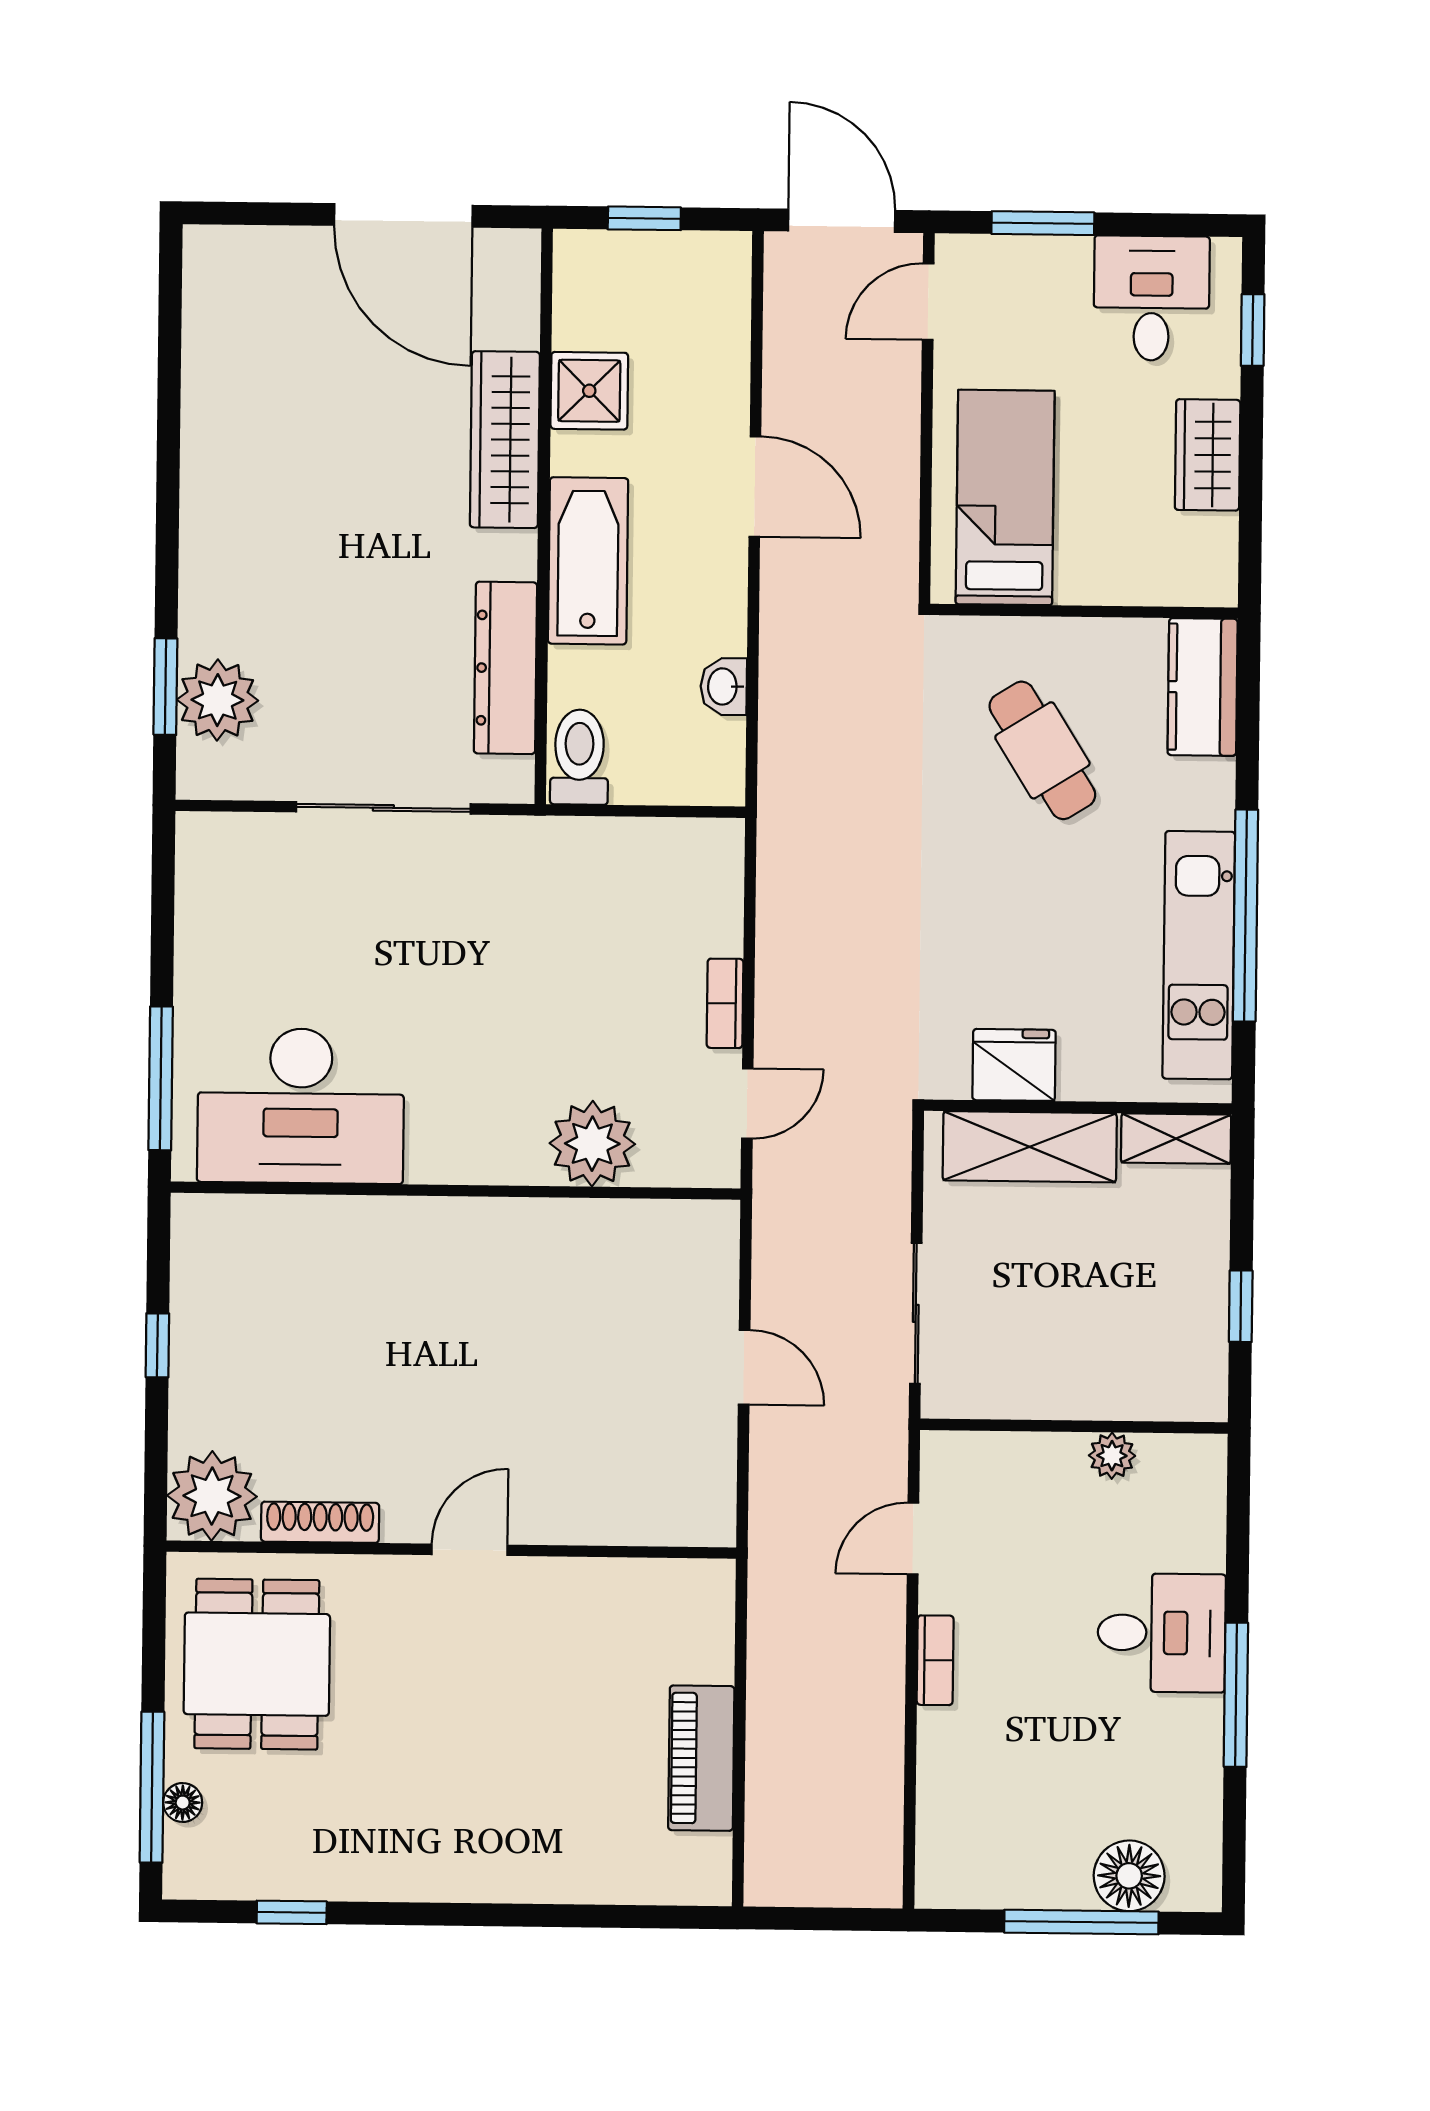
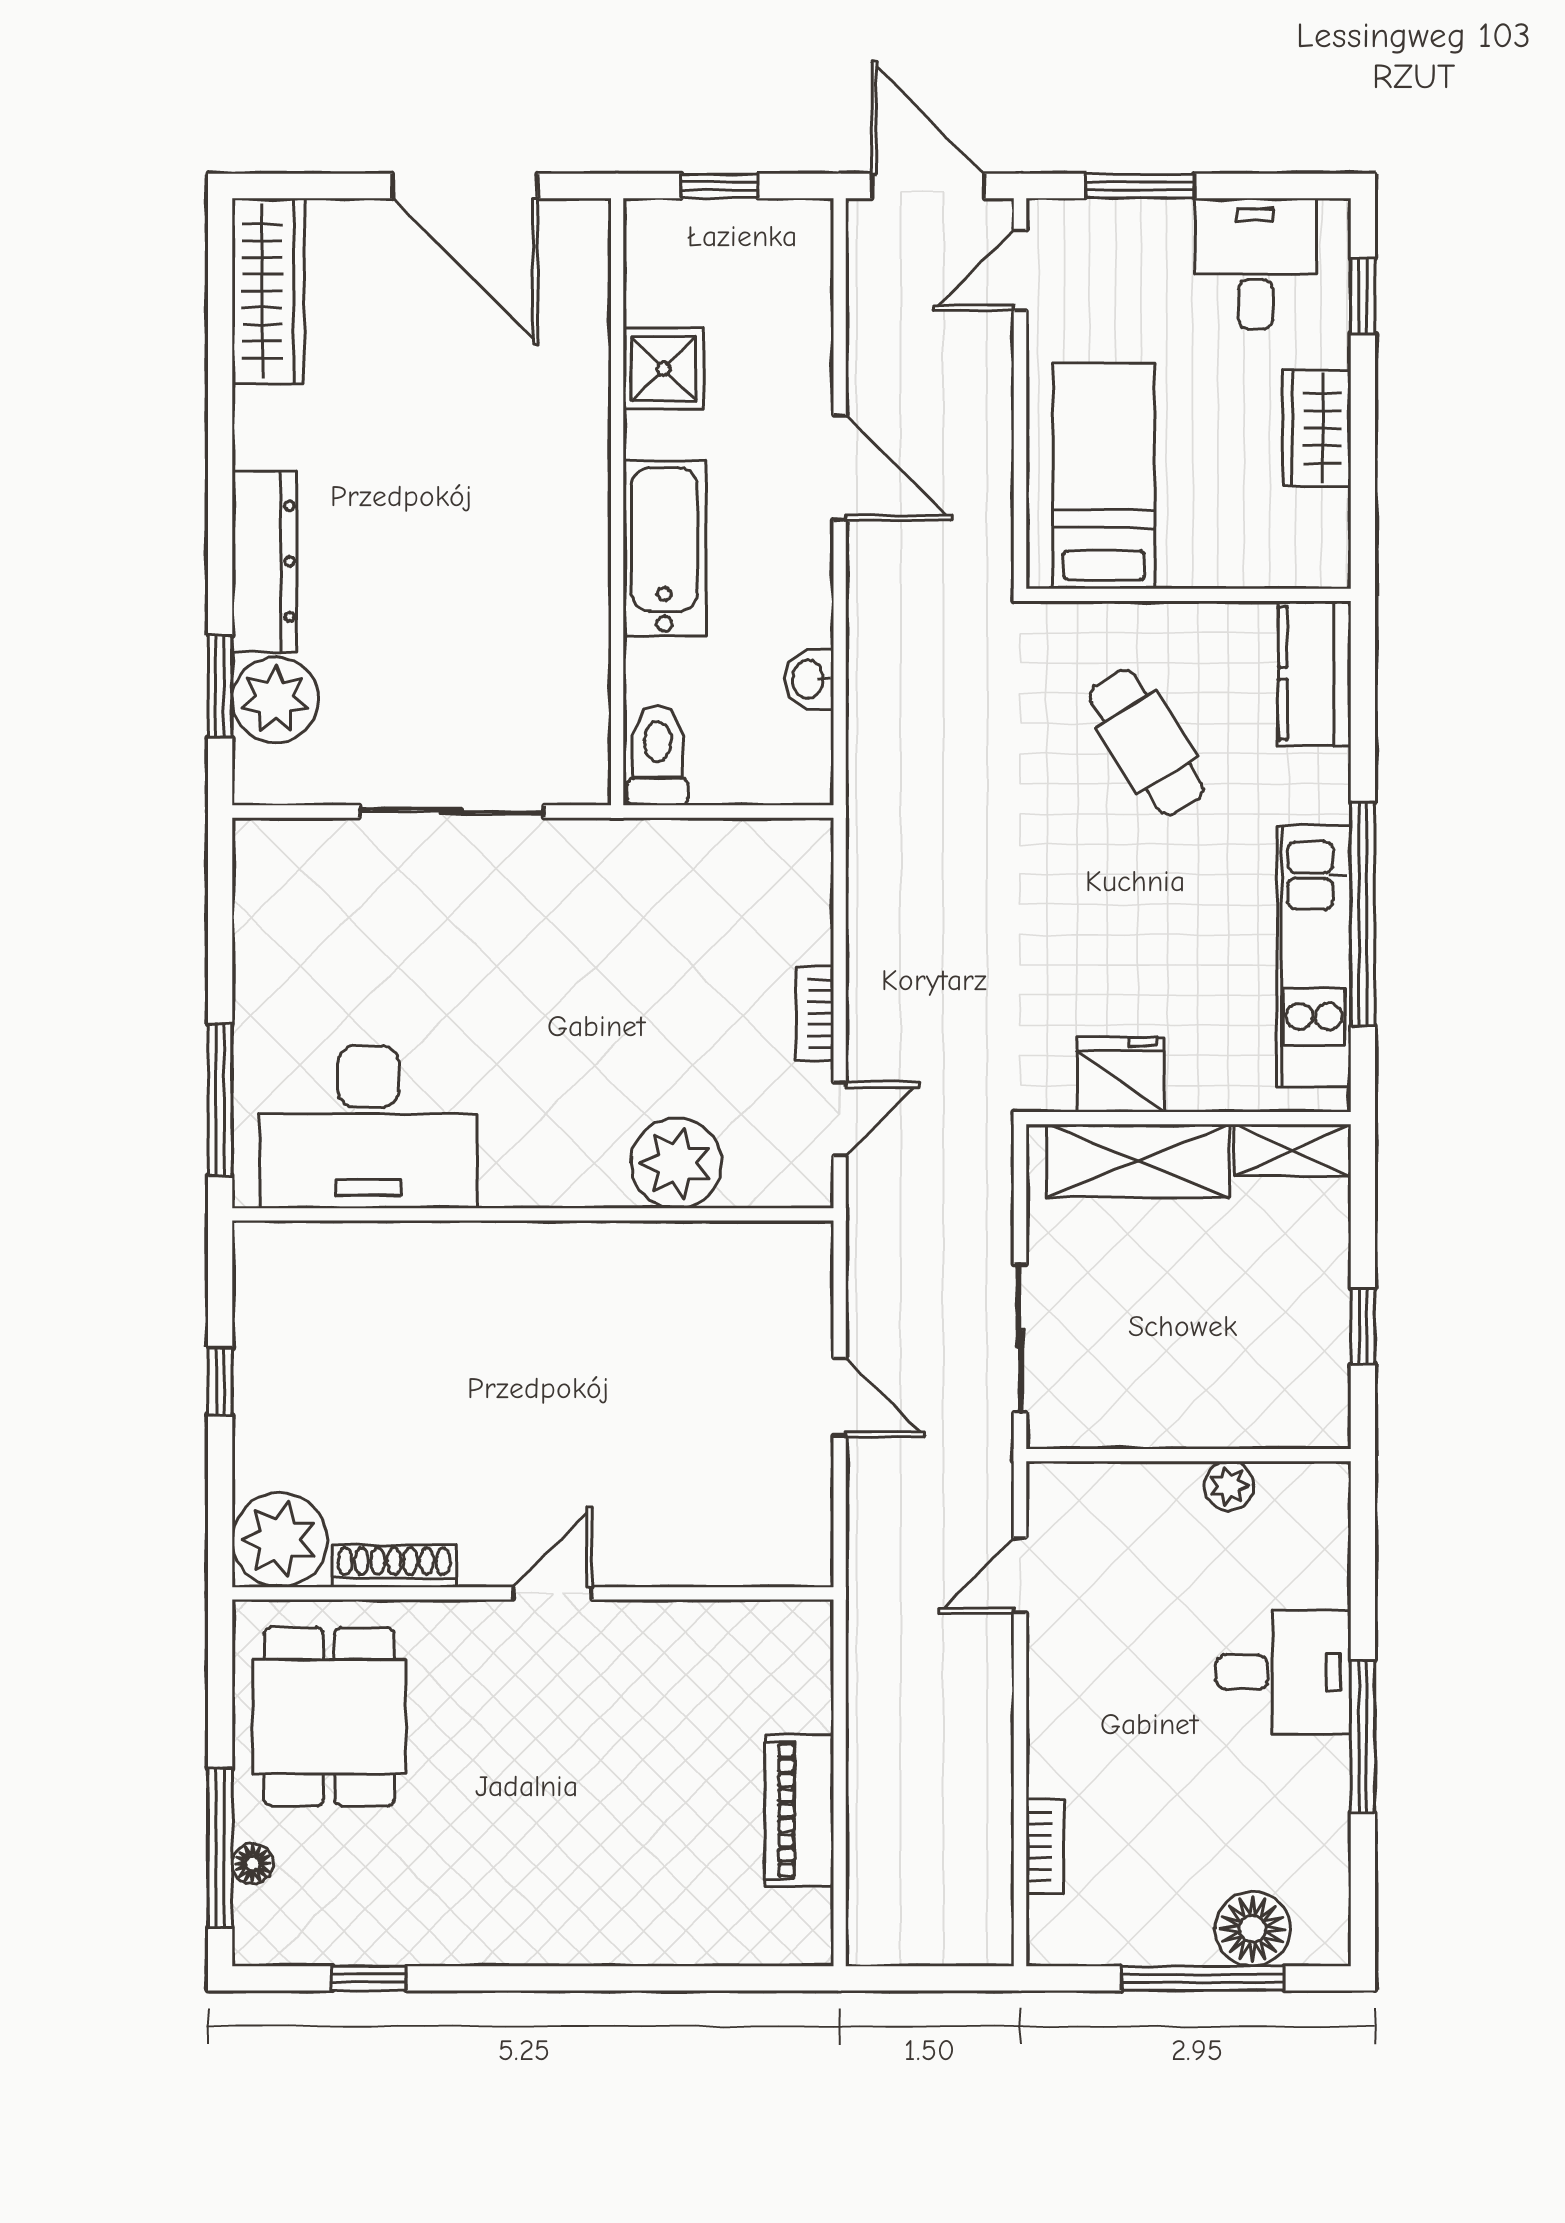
wardrobe: (505, 440) -> (268, 291), moved, turned 180
dresser: (505, 668) -> (264, 561), moved, turned 180
bookcase: (935, 1660) -> (1045, 1847), moved

